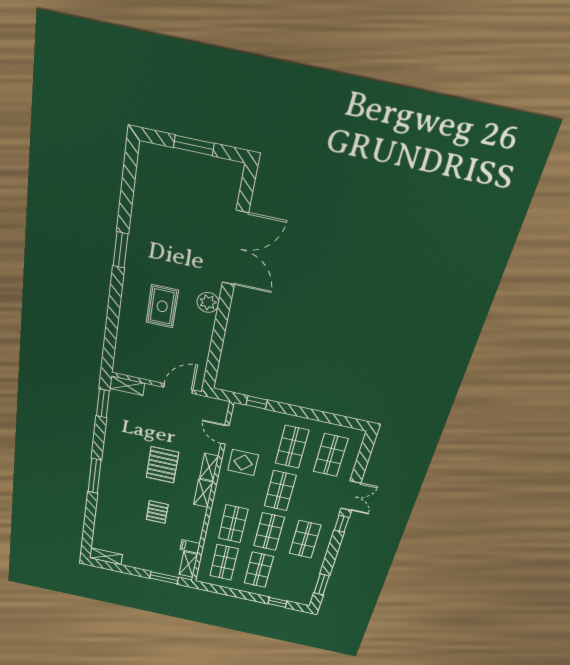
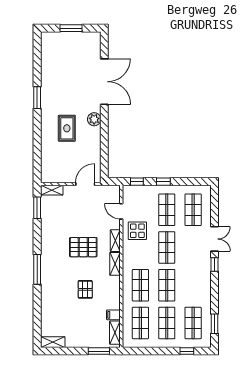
window: (296, 411) -> (163, 182), added
pallet: (162, 465) -> (83, 247), turned 90
shop shelf: (305, 539) -> (193, 323), moved

